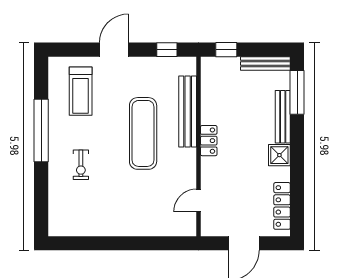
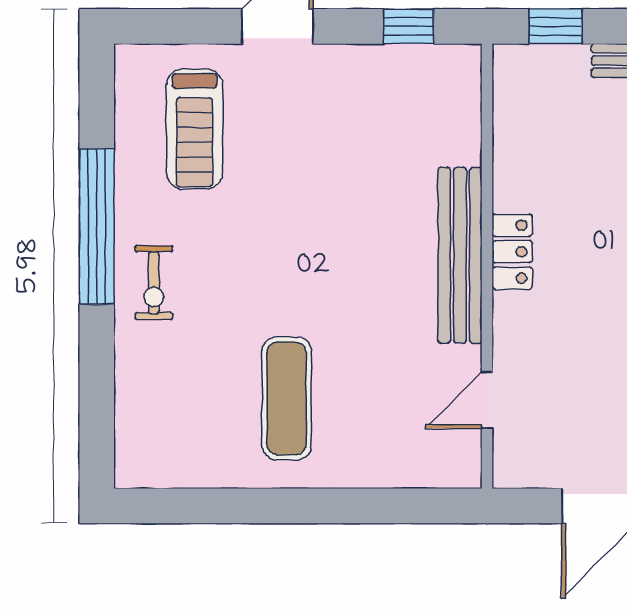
bench: (188, 112) -> (460, 255), moved
exercise mat: (143, 133) -> (287, 398), moved, width x0.73, depth x0.69
exercise bike: (81, 165) -> (154, 283), moved

